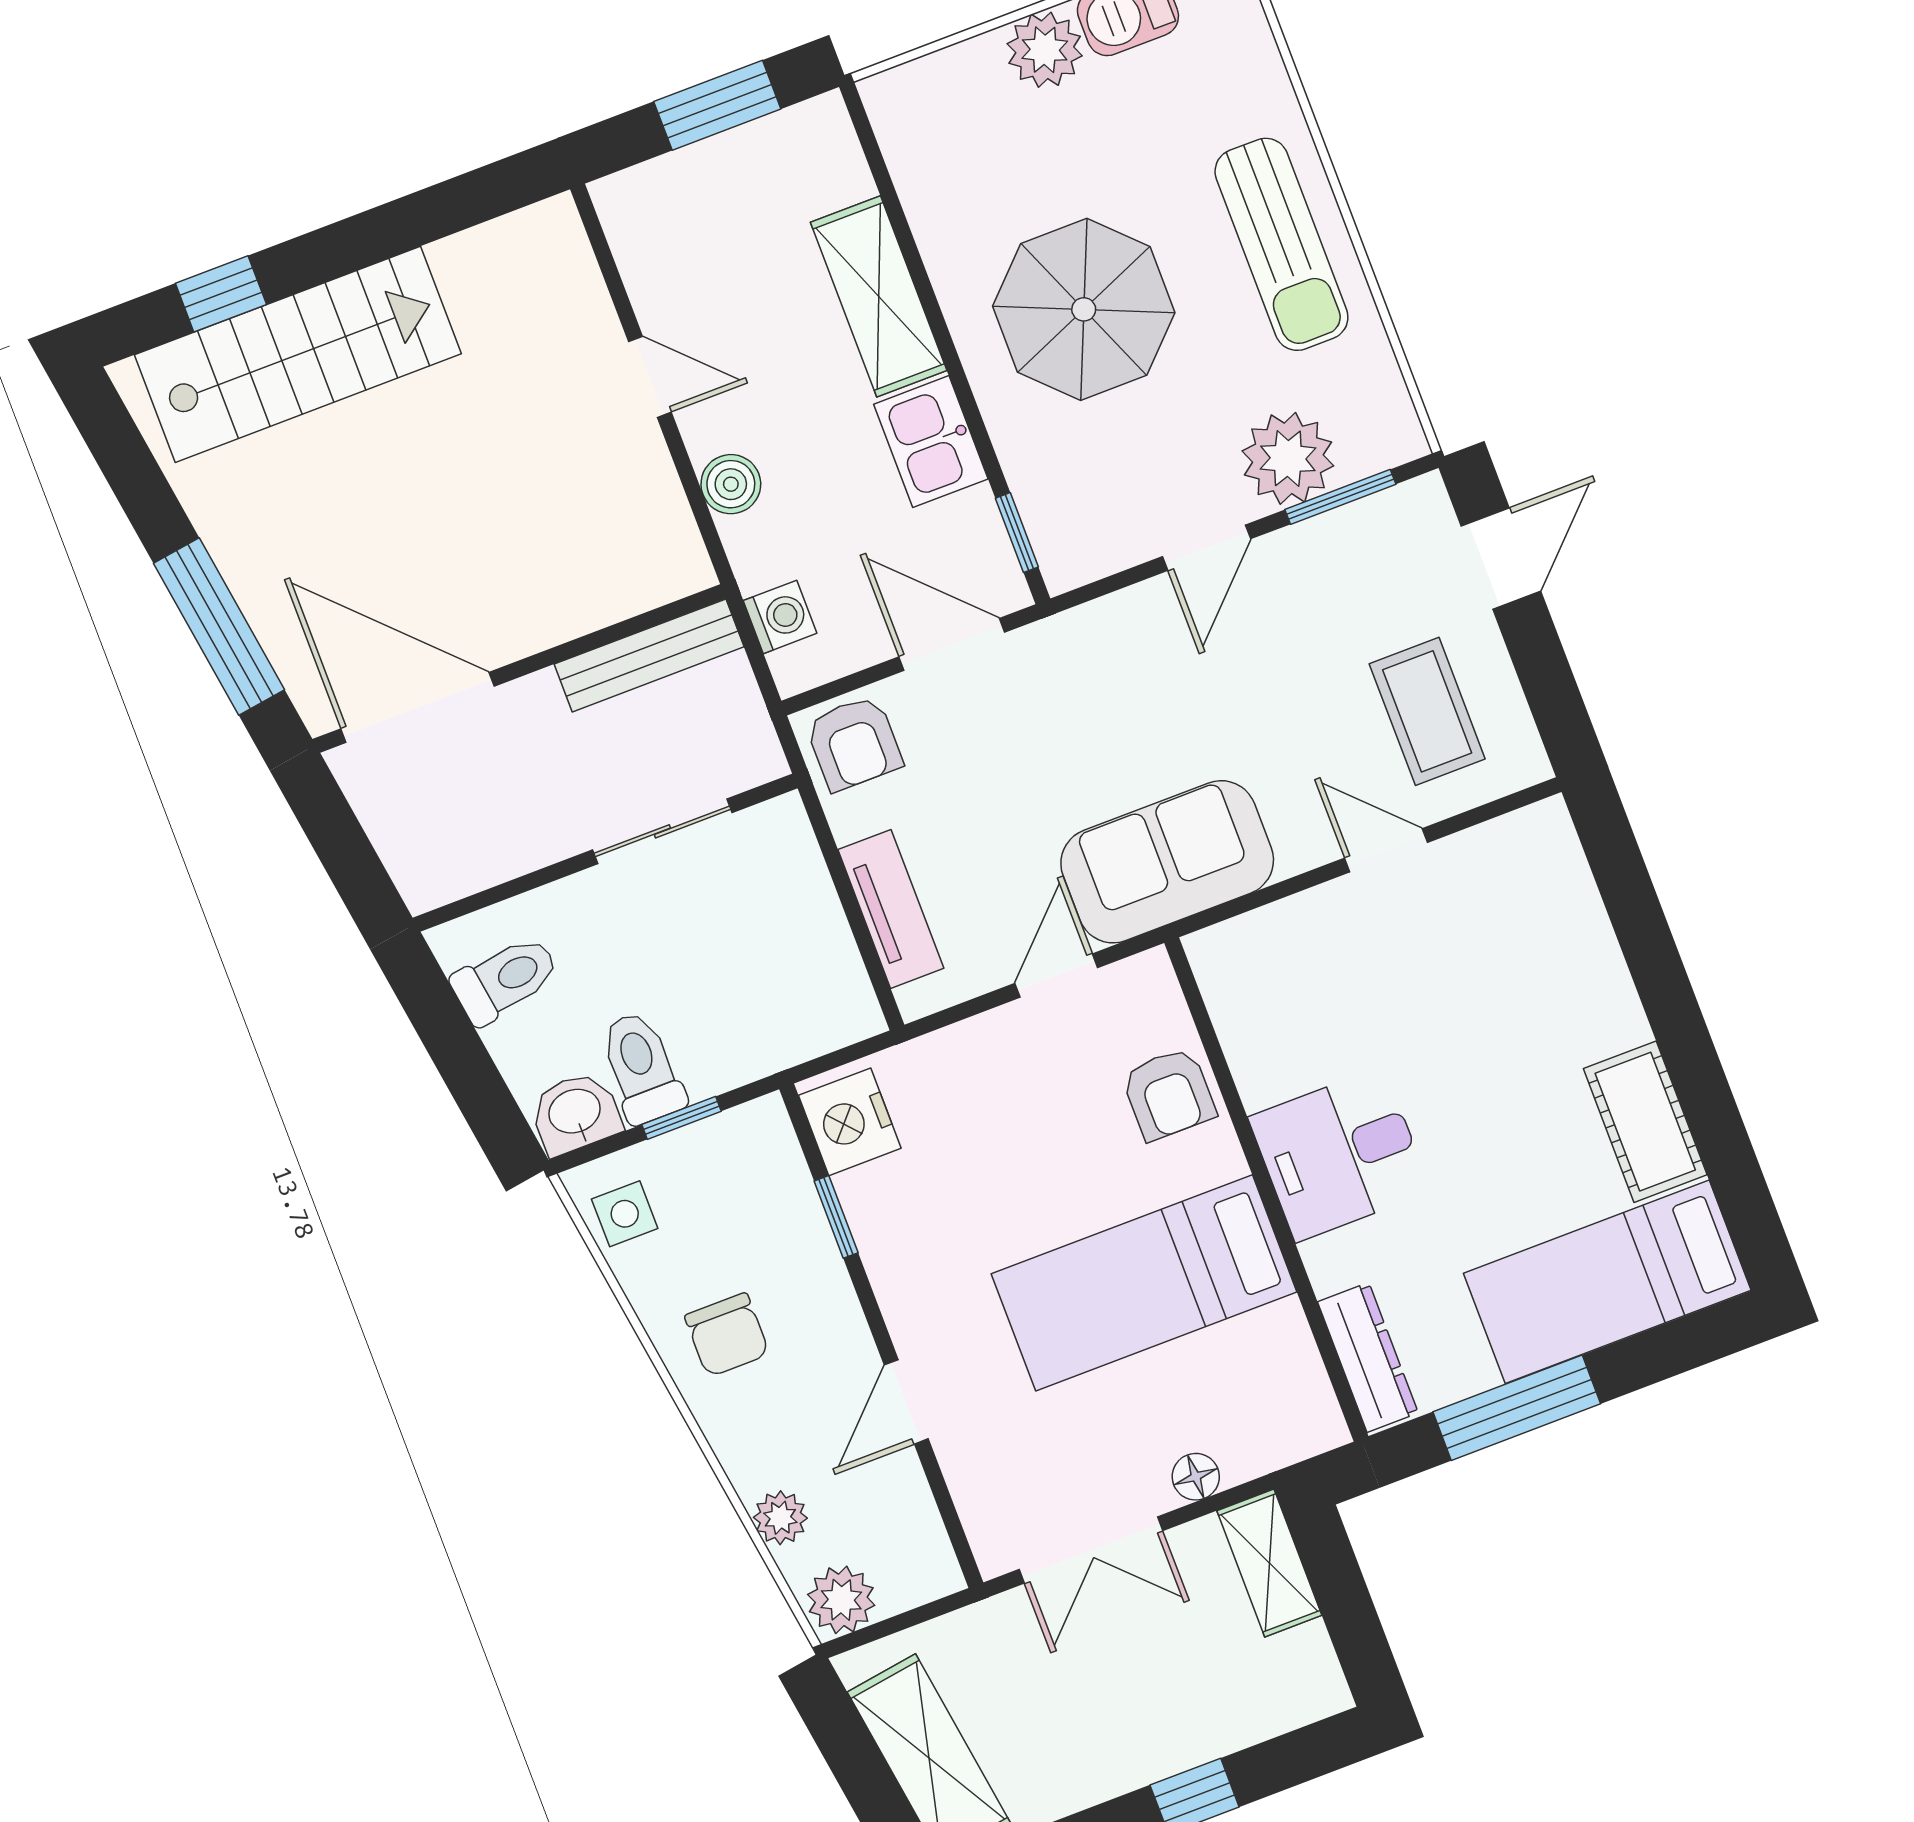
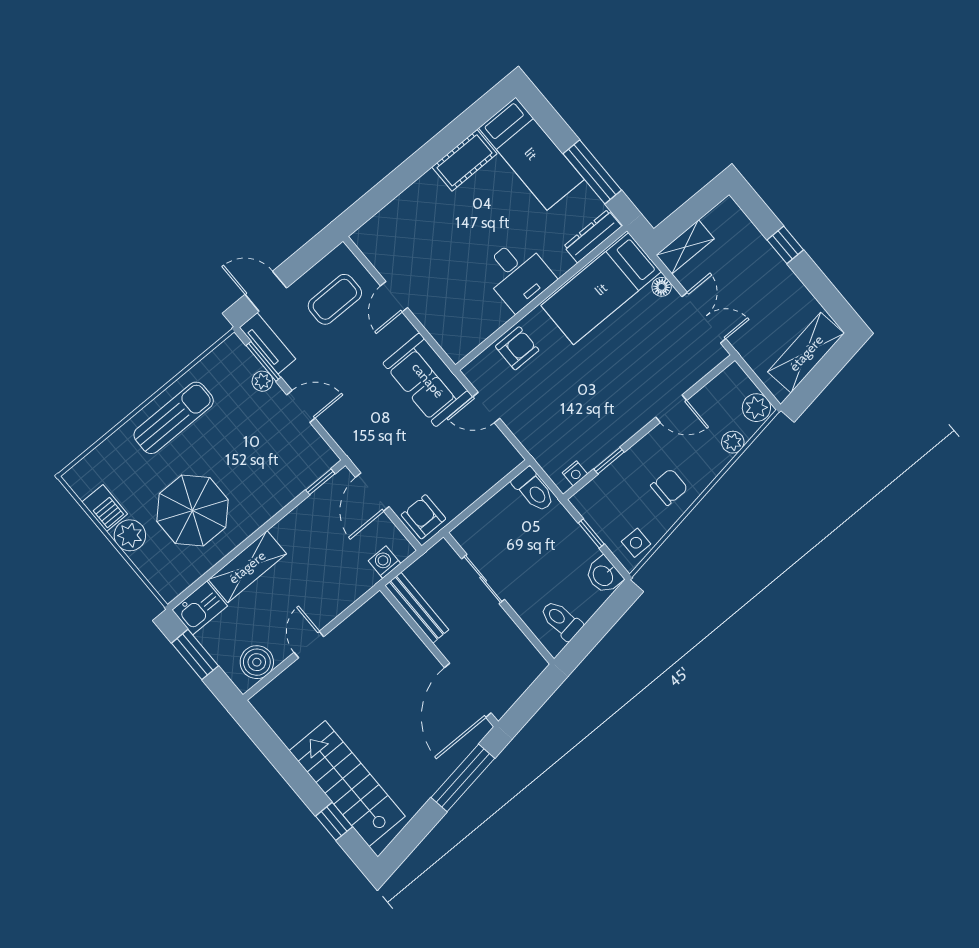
parasol: (1084, 309) -> (193, 511), moved
kitchen sink: (931, 442) -> (200, 608), moved
plant: (1288, 458) -> (262, 381), width x0.53, depth x0.53
boiler: (731, 484) -> (257, 662), moved, width x1.36, depth x1.36
armchair: (854, 743) -> (423, 517), turned -90
tv unit: (891, 909) -> (268, 343), moved, turned 90
toilet: (642, 1067) -> (534, 490), moved, turned -90
nightstand: (850, 1122) -> (575, 473), width x0.53, depth x0.56
bed: (1144, 1283) -> (601, 289), moved, turned 90

